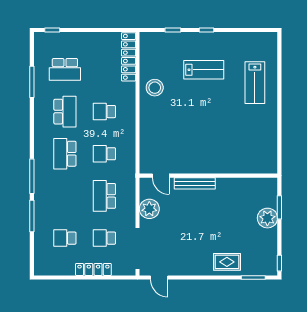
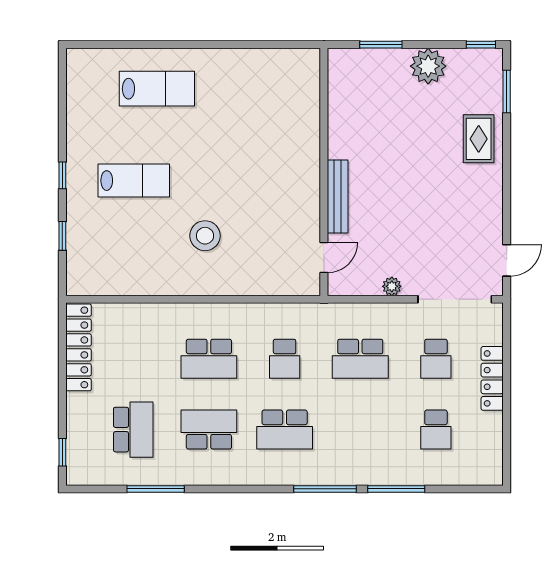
locker: (129, 57) -> (79, 347), moved, turned -90
lab bench: (204, 70) -> (134, 181), turned 90
stool: (155, 88) -> (205, 236), moved
school desk: (104, 112) -> (209, 359), width x1.85
plant: (149, 209) -> (392, 286), width x0.53, depth x0.53
plant: (267, 218) -> (428, 66), moved

